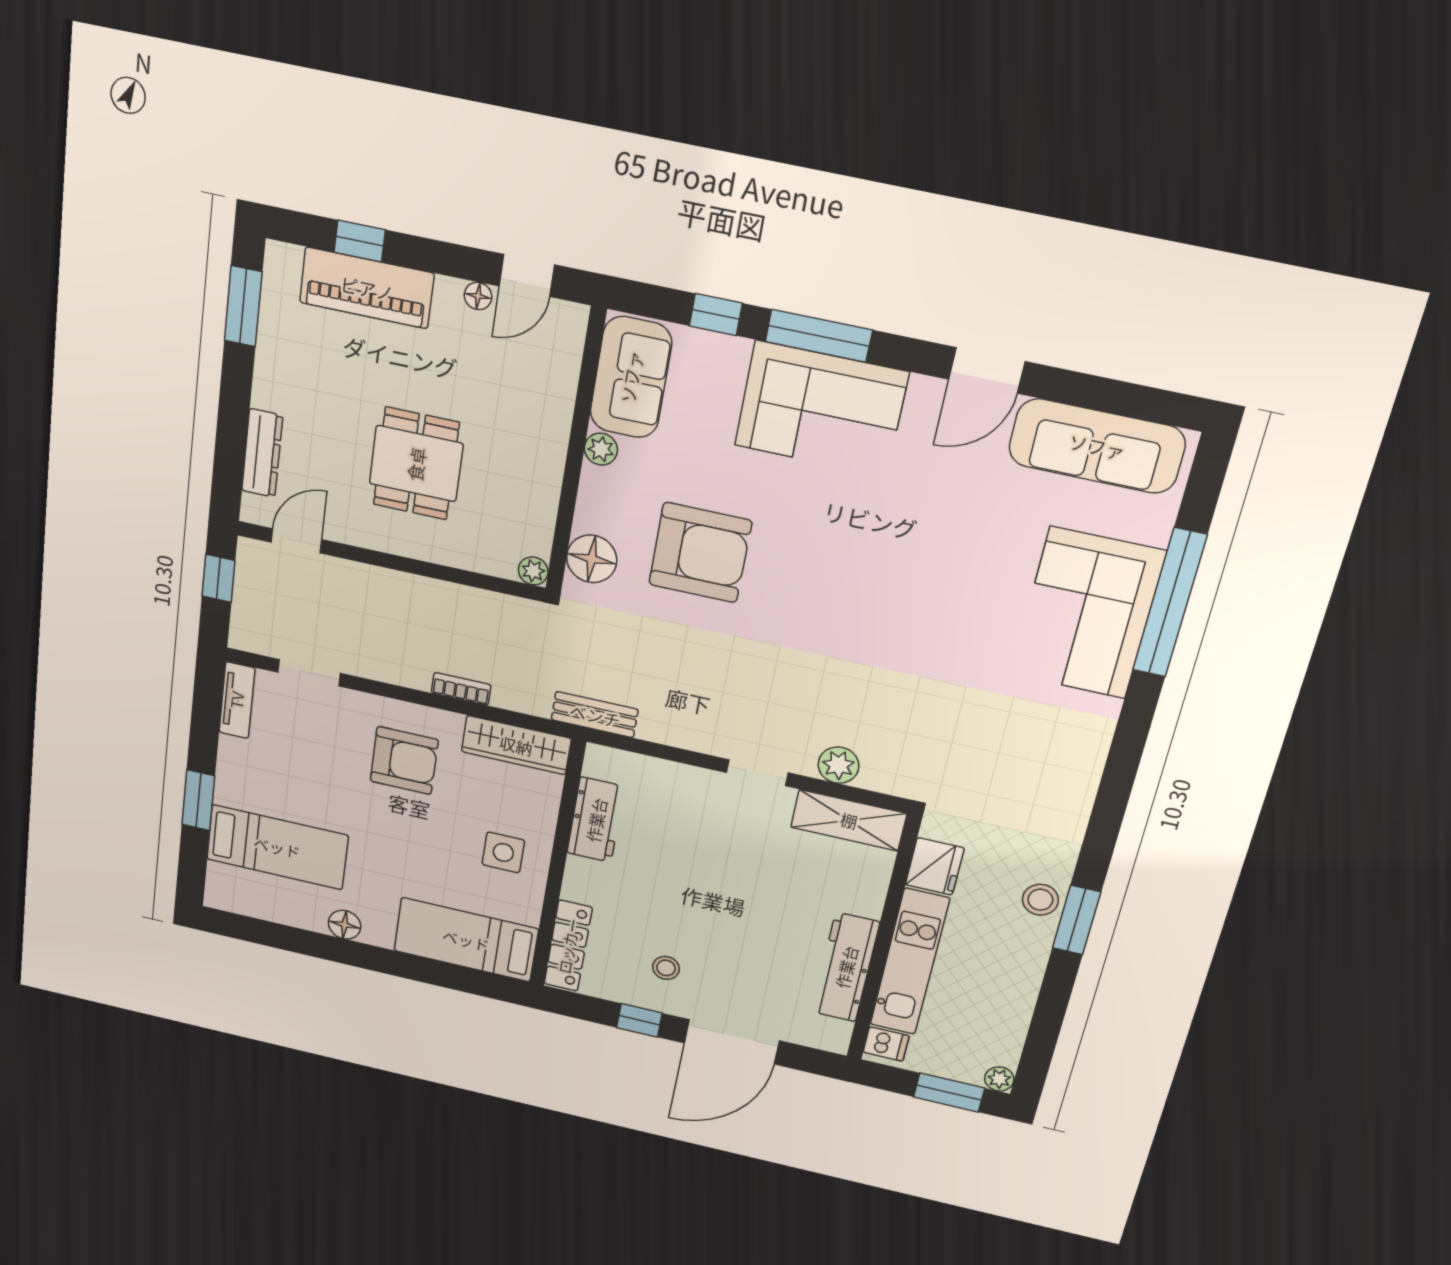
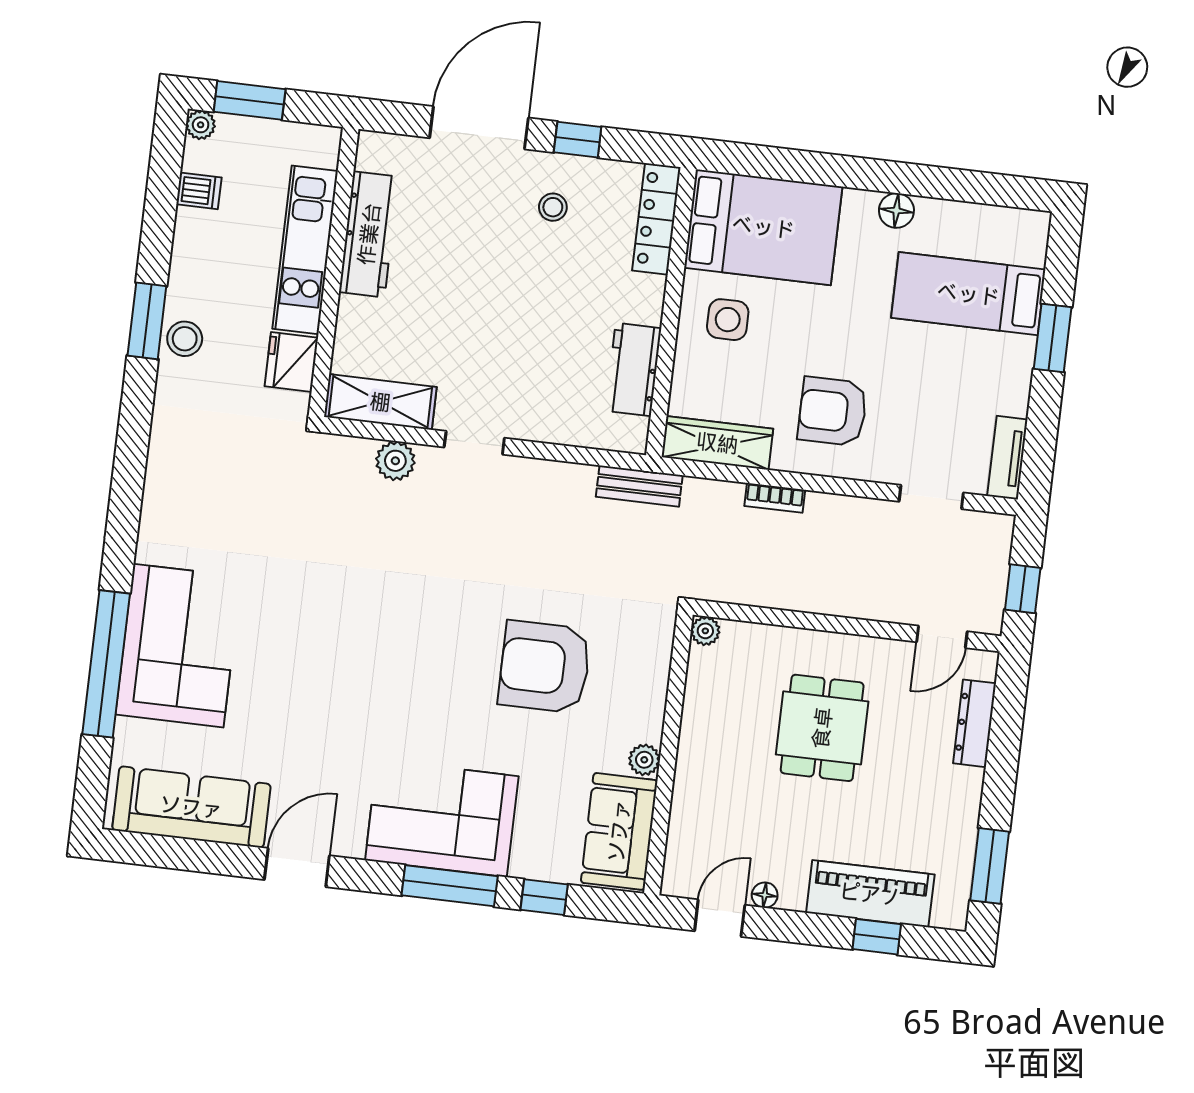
floor lamp: (592, 559) -> (649, 649), removed
bed: (466, 940) -> (763, 227), width x1.50
dishwasher: (886, 1044) -> (199, 191), moved, turned 180

